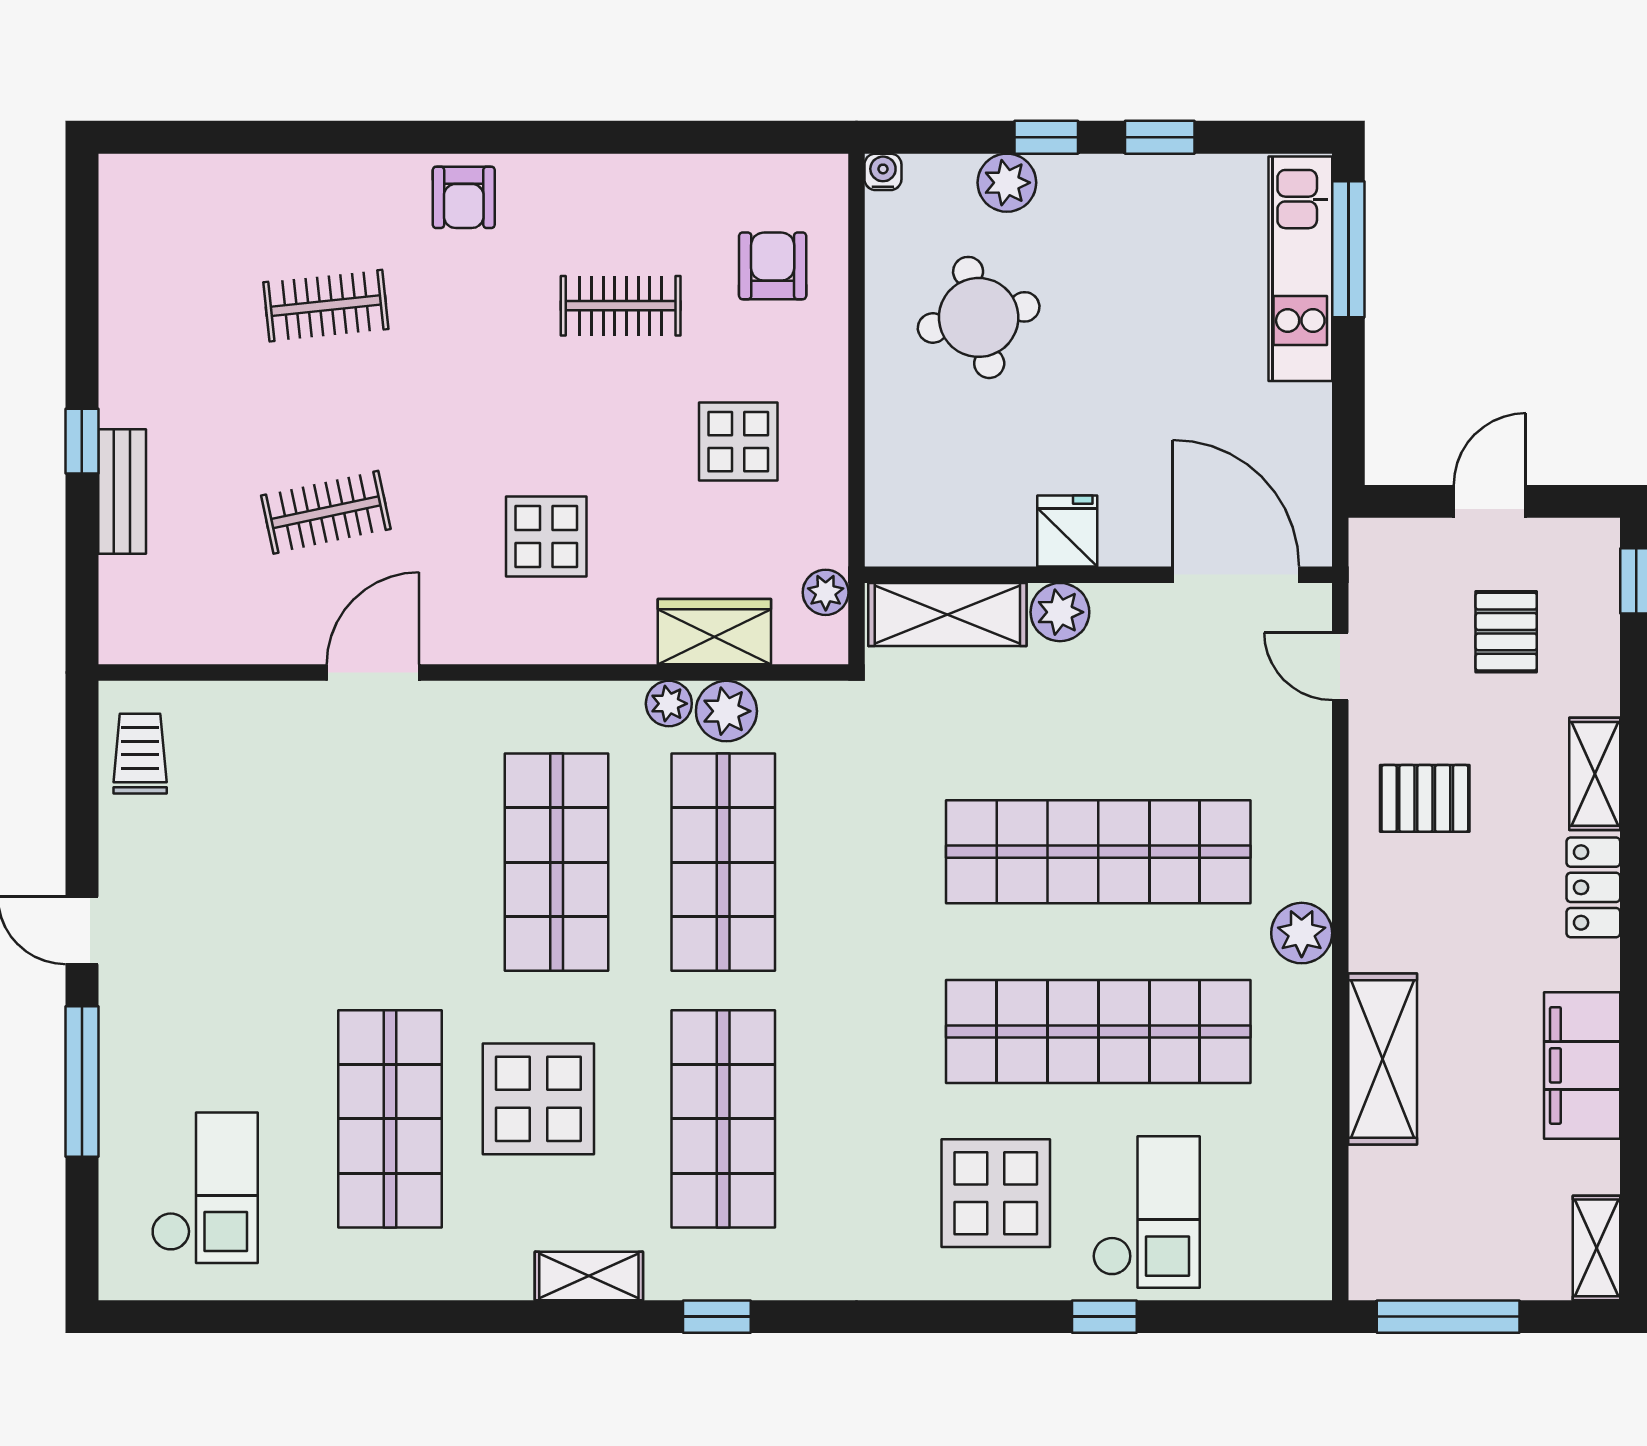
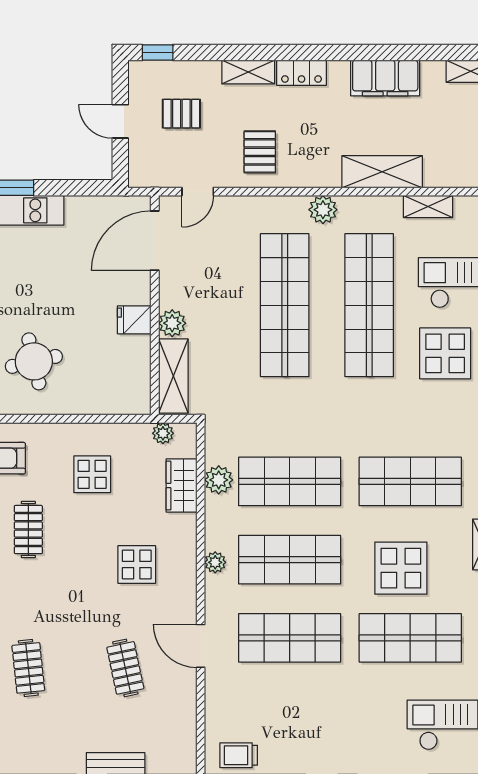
plant: (669, 704) -> (215, 562), moved
shop shelf: (390, 862) -> (290, 638), added
shelving: (1308, 1157) -> (428, 207), added

